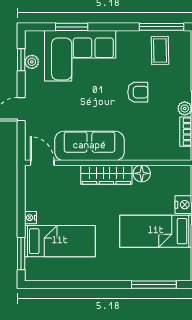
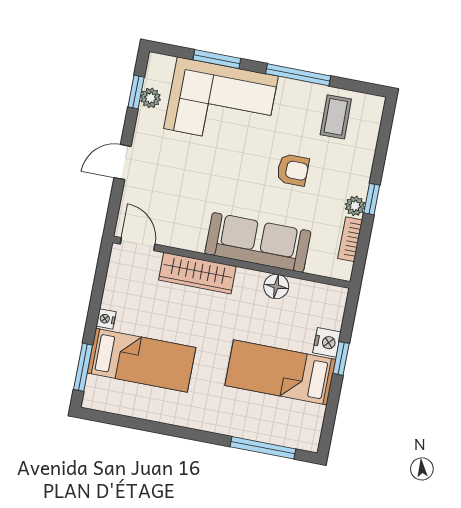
window: (161, 27) -> (298, 75), moved
sofa: (89, 146) -> (258, 242), moved
wardrobe: (106, 175) -> (197, 273), moved

